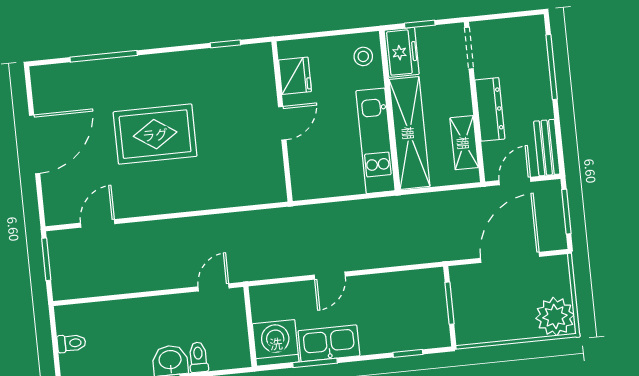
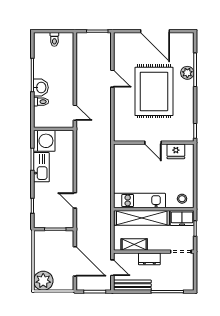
plant: (111, 71) -> (187, 73), added
fridge: (295, 76) -> (176, 151), moved
dresser: (490, 109) -> (149, 259), width x0.70
wall: (282, 121) -> (154, 143), moved
door: (282, 123) -> (153, 143), moved
rug: (155, 134) -> (154, 91), width x1.37, depth x1.44
bench: (547, 148) -> (132, 285), width x1.36
door: (98, 223) -> (112, 79), moved
door: (330, 276) -> (75, 200), moved

